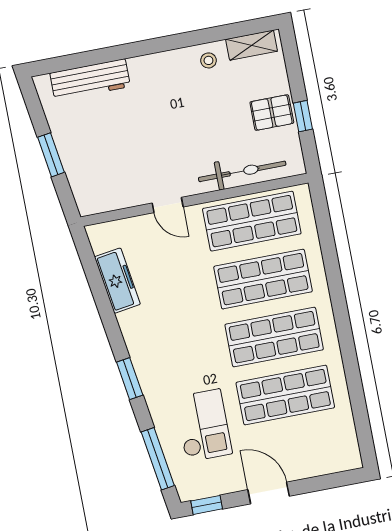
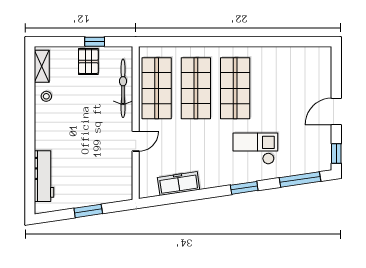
shop shelf: (285, 395) -> (274, 88), removed
checkout: (203, 425) -> (255, 149), moved

